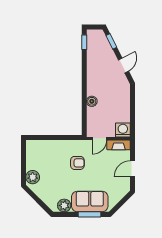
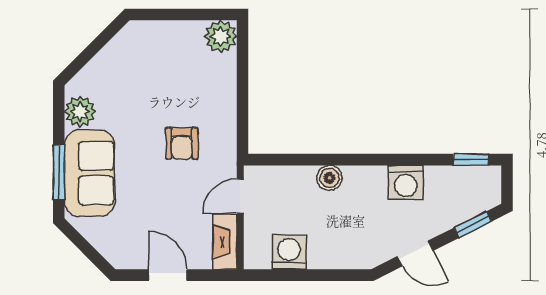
washing machine: (94, 69) -> (406, 183), added
washing machine: (123, 130) -> (289, 252), moved, turned -90
door: (99, 139) -> (240, 196), hinge flipped
plant: (33, 177) -> (221, 36), moved

